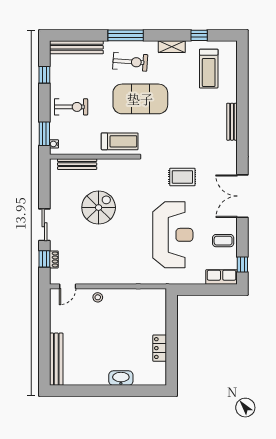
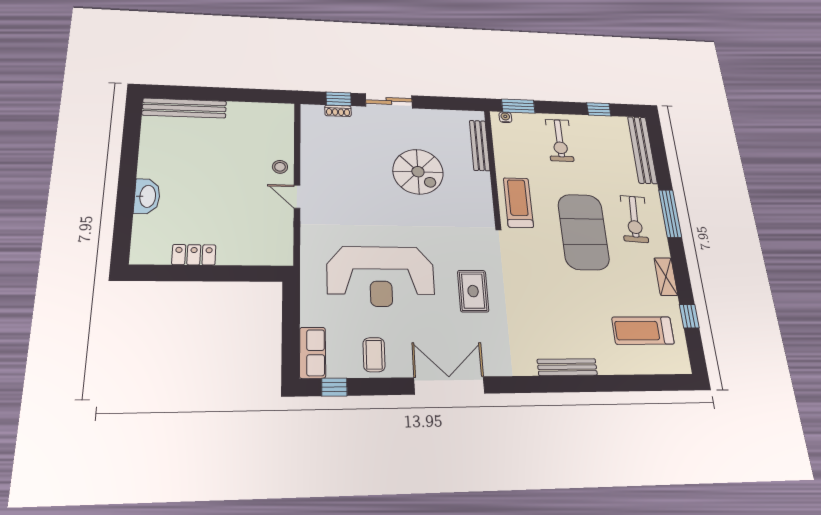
treadmill: (120, 141) -> (518, 202), turned 180
door: (68, 286) -> (297, 197), moved

